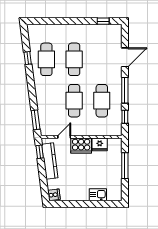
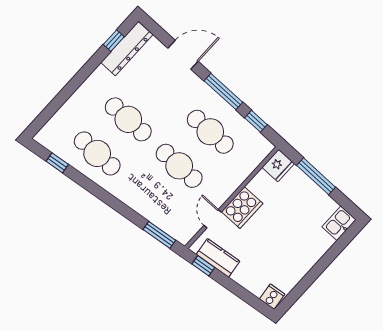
dresser: (105, 30) -> (127, 49), added
door: (125, 57) -> (183, 55), hinge flipped
window: (28, 58) -> (57, 163), moved
fridge: (100, 144) -> (278, 165), moved
kitchen counter: (50, 161) -> (218, 258), width x0.67
kitchen sink: (98, 195) -> (339, 223), moved

